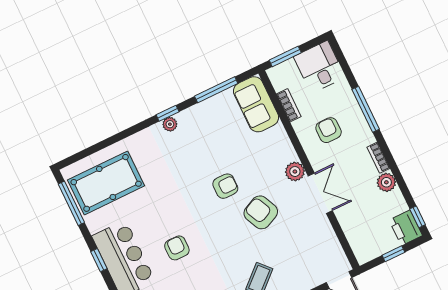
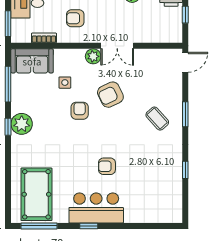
plant: (170, 124) -> (22, 124), width x1.88, depth x1.88
side table: (249, 154) -> (65, 83), added
double door: (320, 193) -> (117, 46), swing flipped

